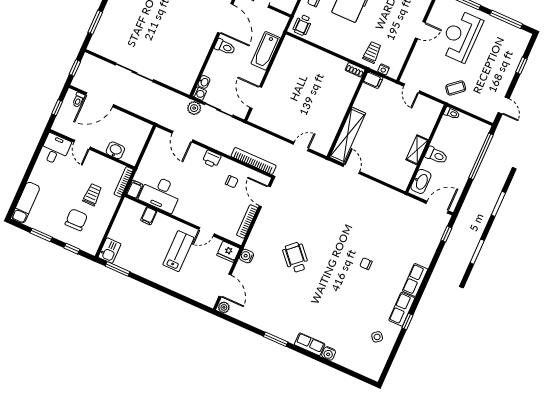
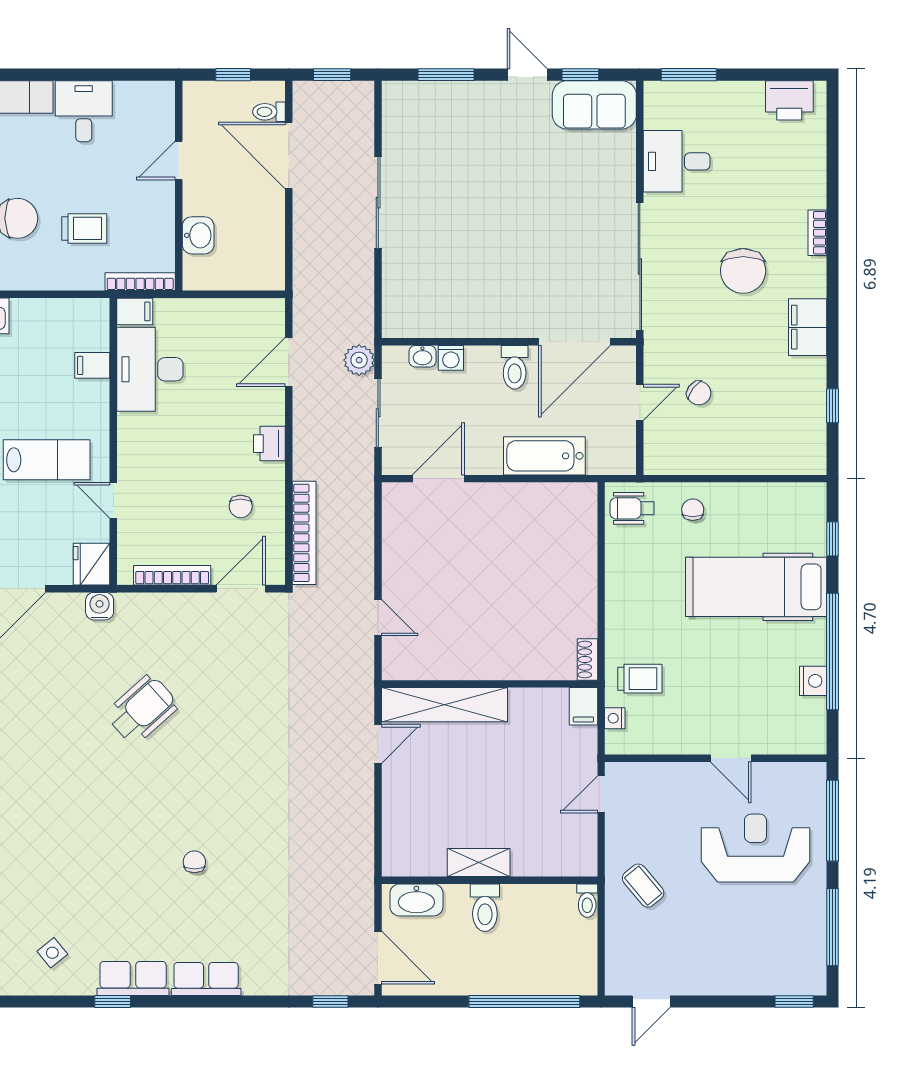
window: (521, 66) -> (794, 1002), moved
washing machine: (200, 94) -> (451, 358), moved
desk: (55, 149) -> (84, 111), moved, turned -90

